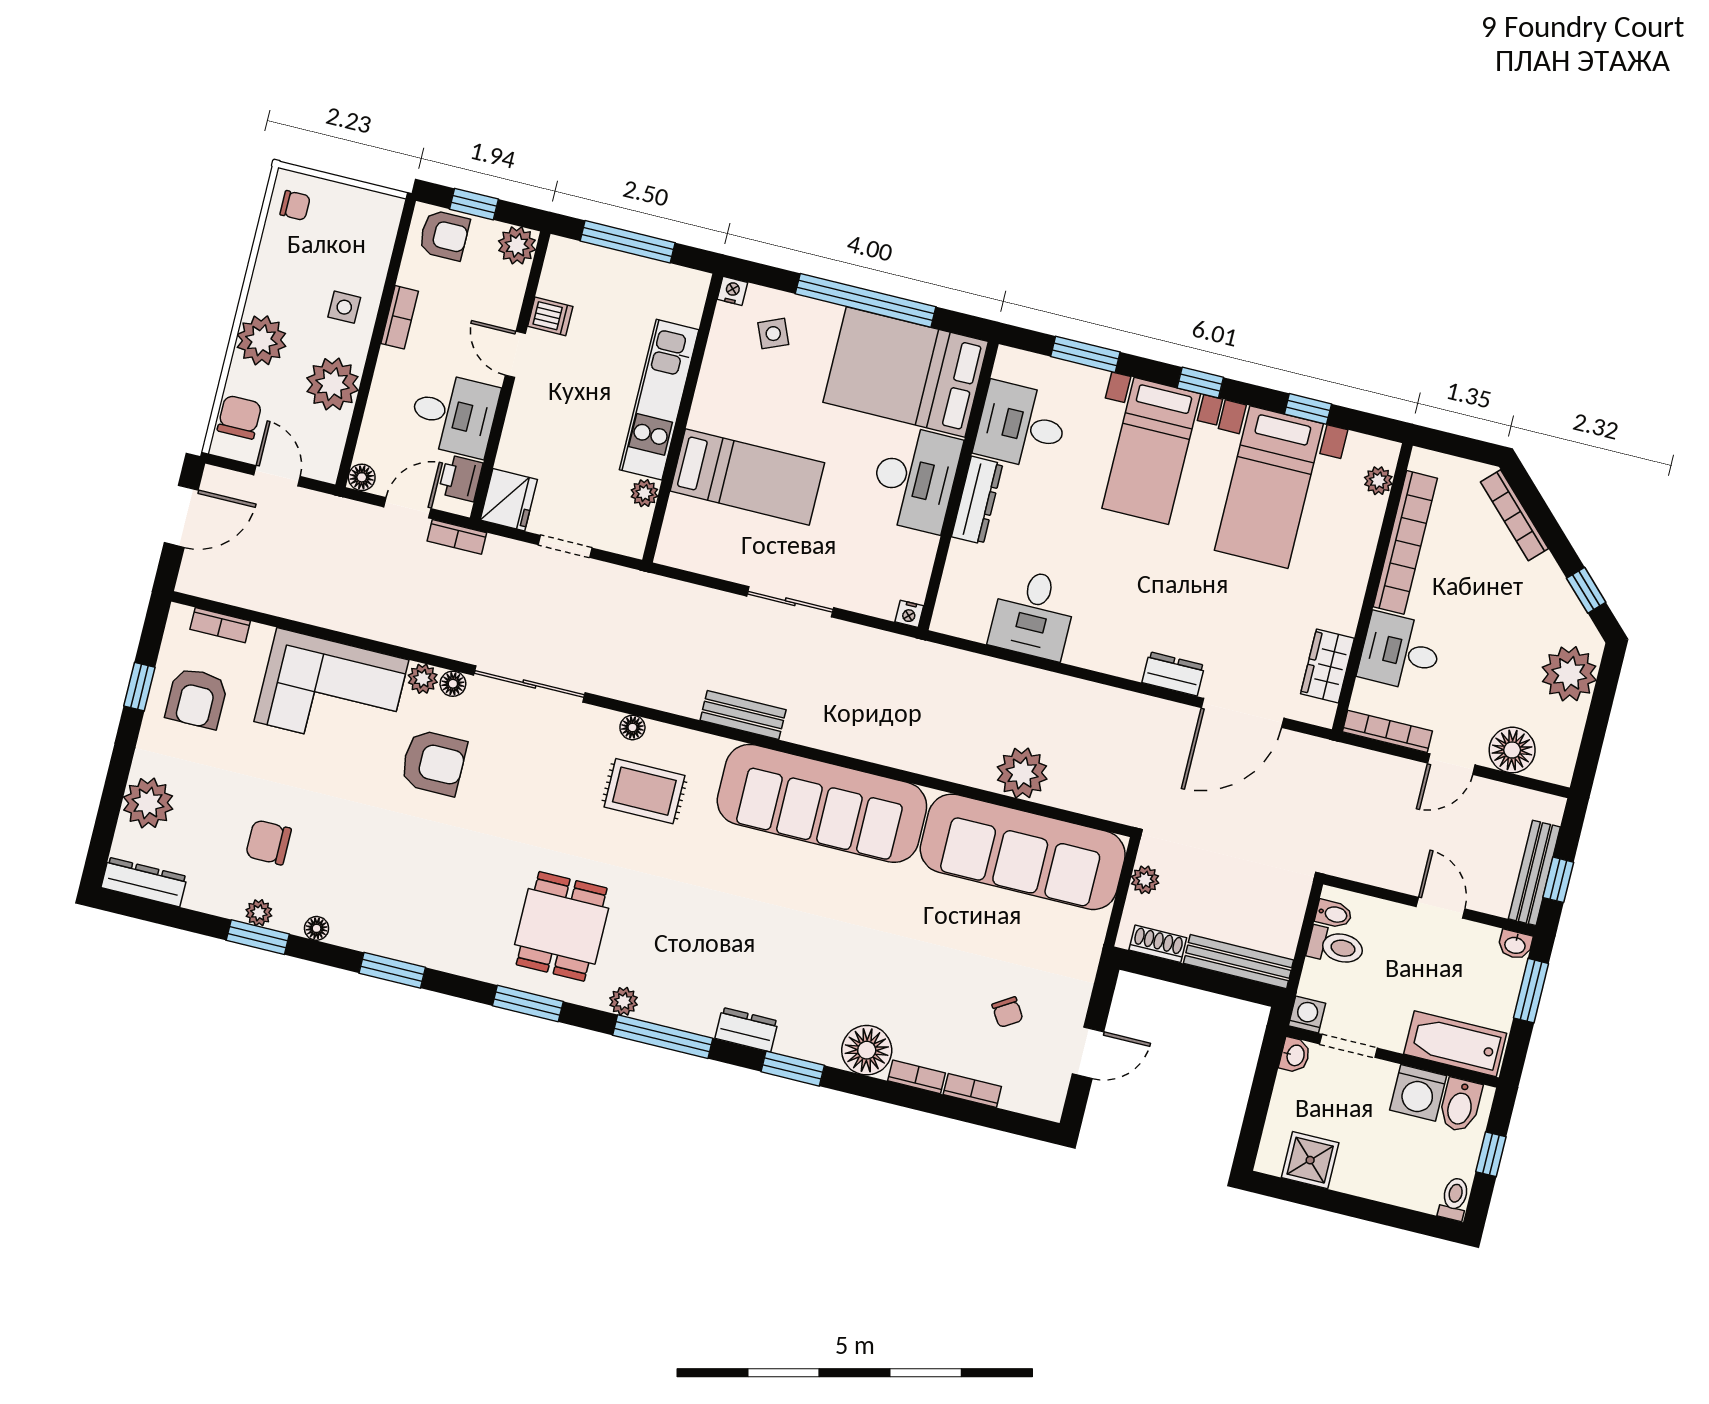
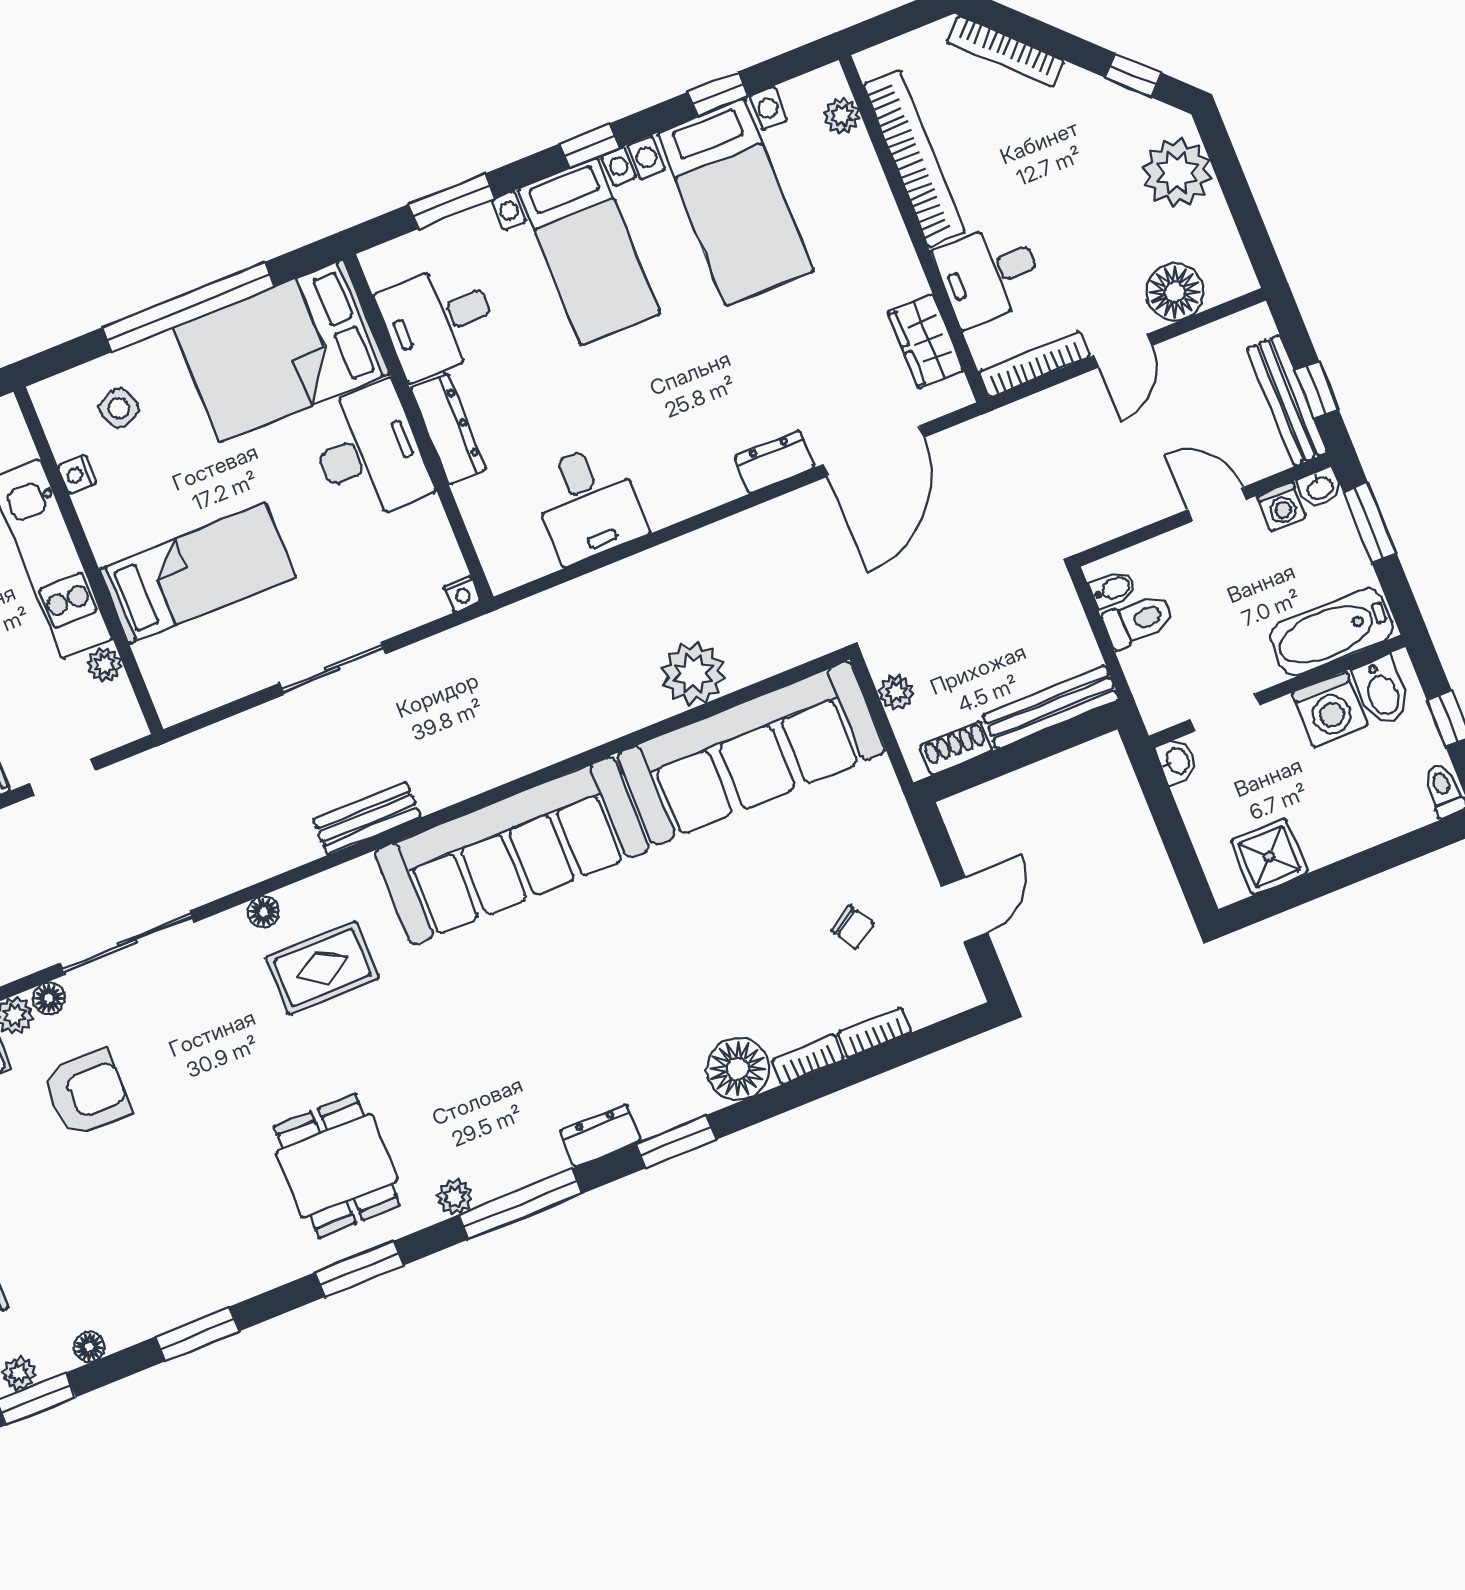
nightstand: (732, 291) -> (77, 474), moved, turned -90
washing machine: (1307, 1015) -> (1282, 507), moved, turned 180

